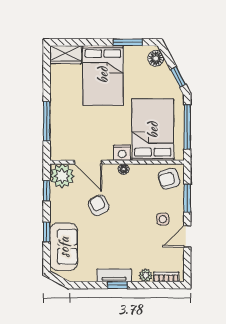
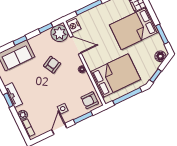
nightstand: (122, 153) -> (74, 26), moved
door: (88, 162) -> (76, 45), swing flipped
armchair: (169, 179) -> (90, 100), turned -73
door: (187, 236) -> (59, 129), hinge flipped

